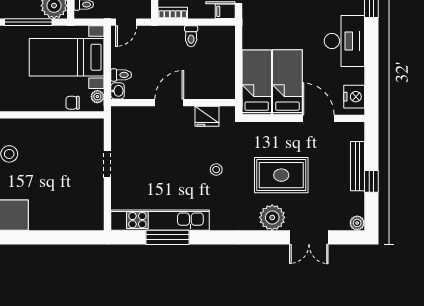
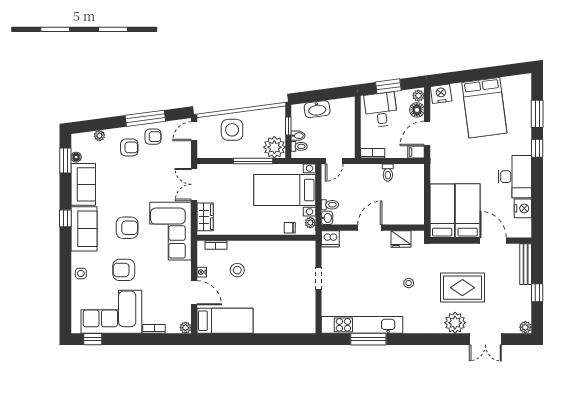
nightstand: (354, 97) -> (523, 208), moved
dishwasher: (122, 116) -> (330, 239), added
bench: (357, 166) -> (526, 264), moved

